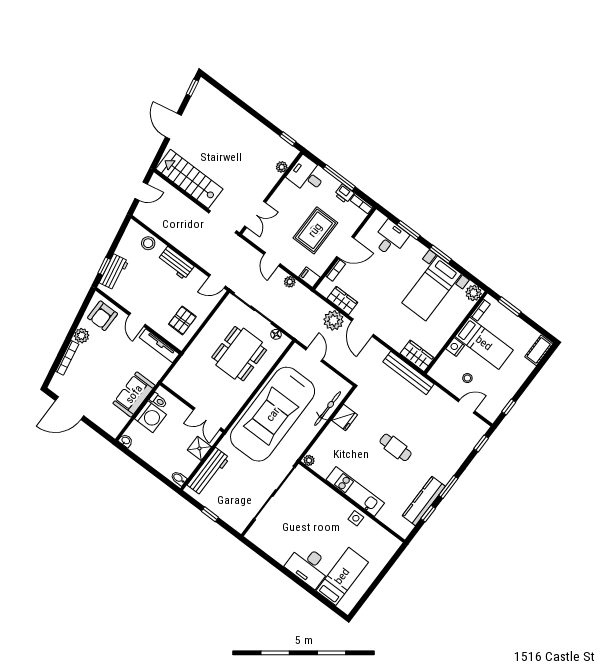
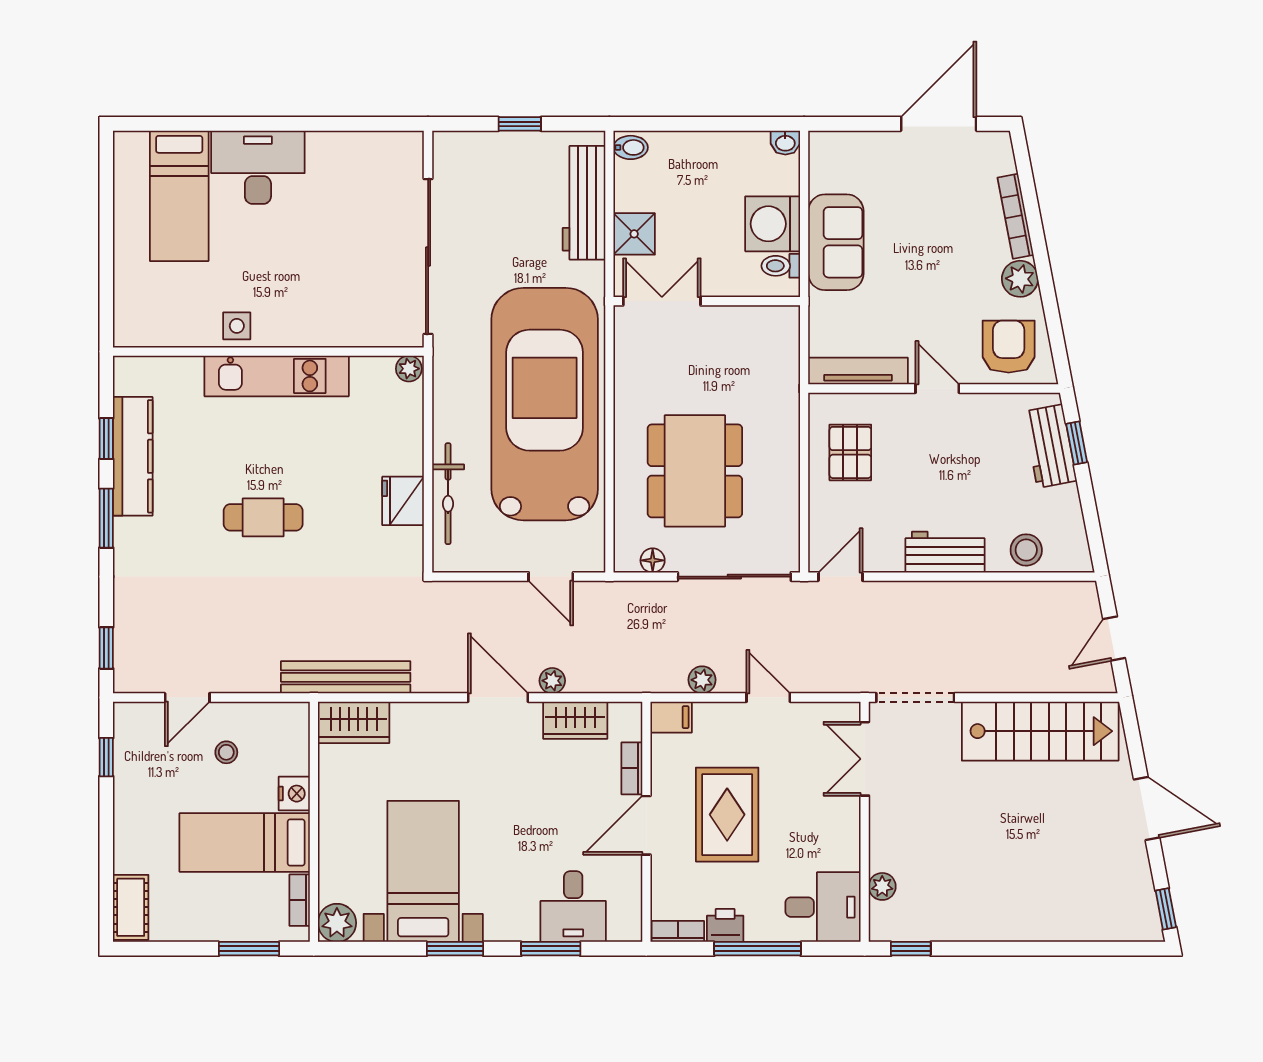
plant: (333, 320) -> (552, 681), width x0.53, depth x0.53

